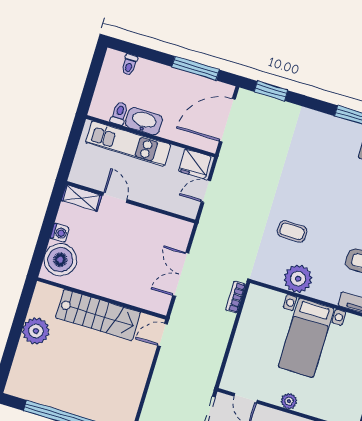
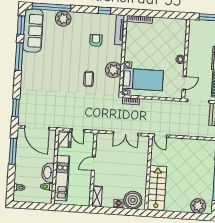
door: (115, 197) -> (93, 164), moved
stairs: (98, 315) -> (157, 188), moved
plant: (36, 331) -> (198, 206), moved
bed with nightstands: (306, 338) -> (143, 79), moved

